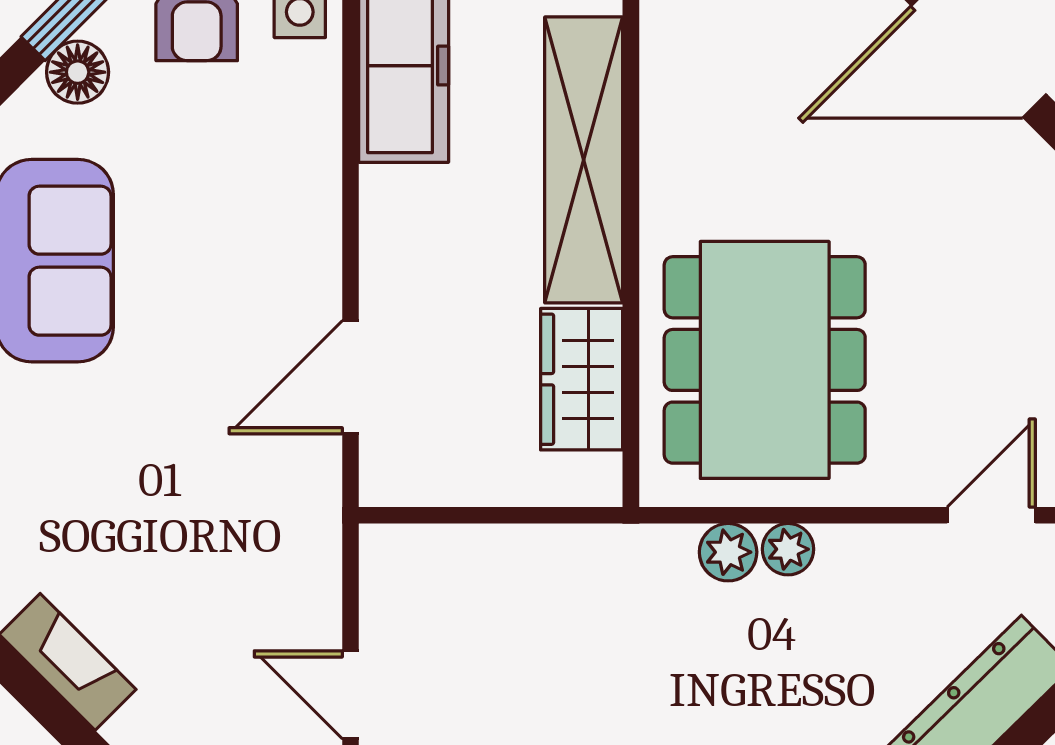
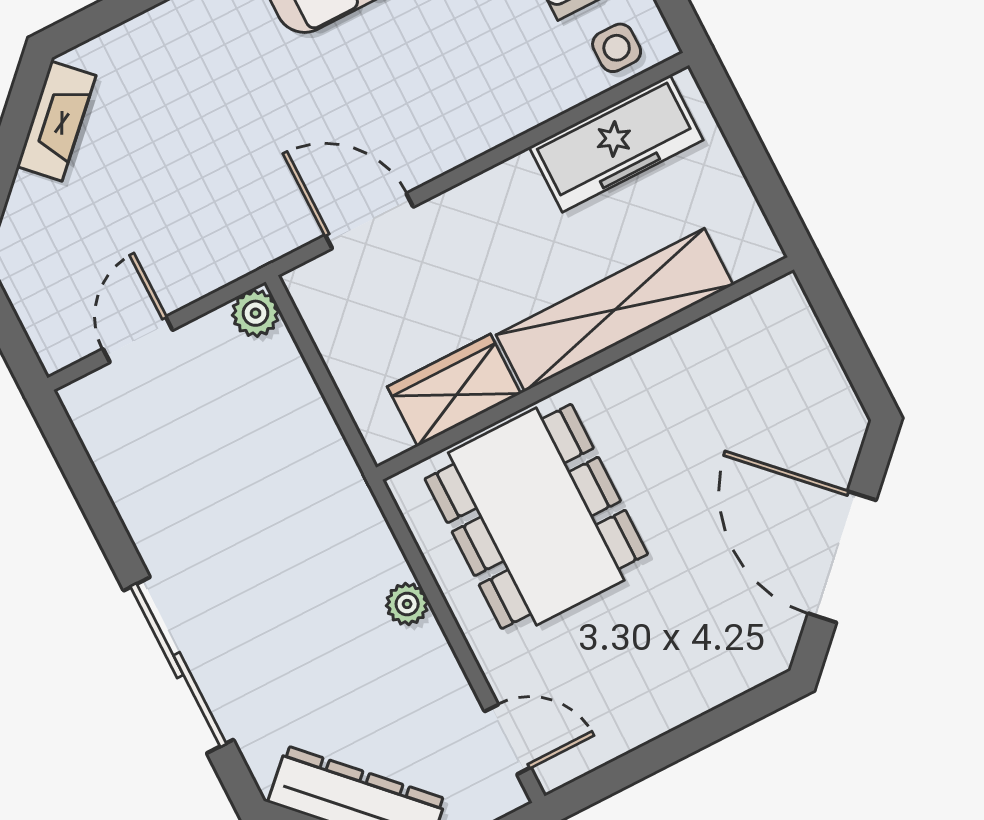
dining table: (765, 360) -> (536, 516), turned 90
plant: (728, 552) -> (255, 313), moved

